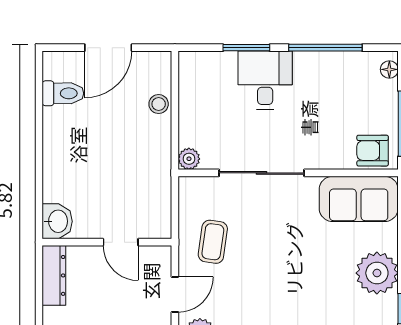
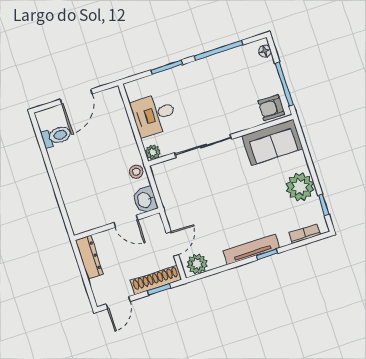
desk: (265, 80) -> (154, 115), moved, turned -90
stool: (159, 104) -> (136, 172), moved
washbasin: (57, 221) -> (145, 200), moved, turned 180
coffee table: (213, 242) -> (186, 201), removed

